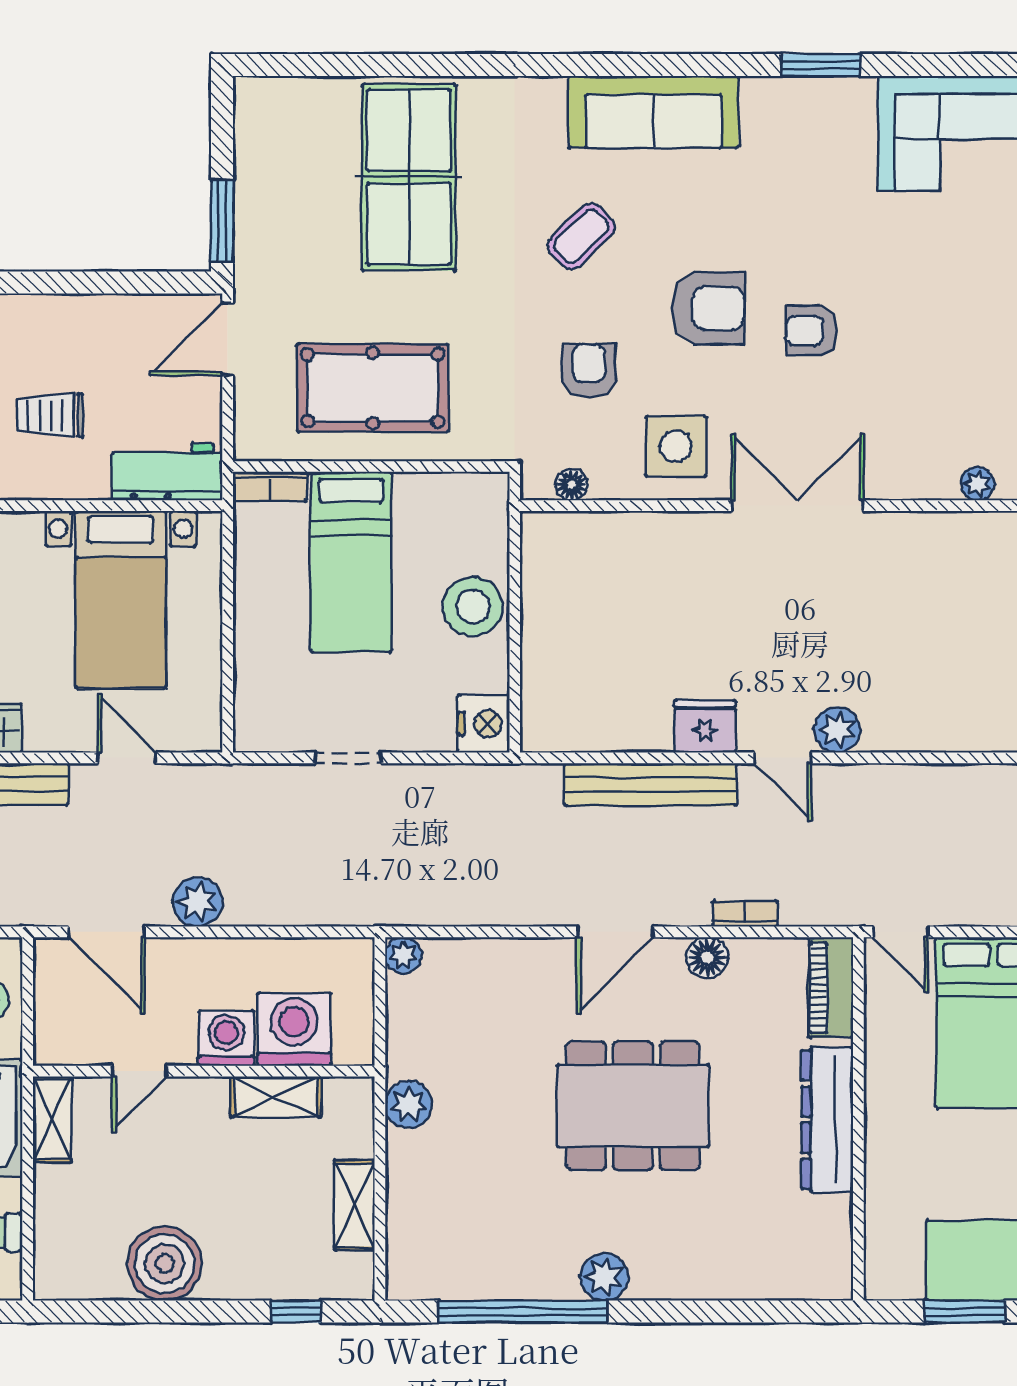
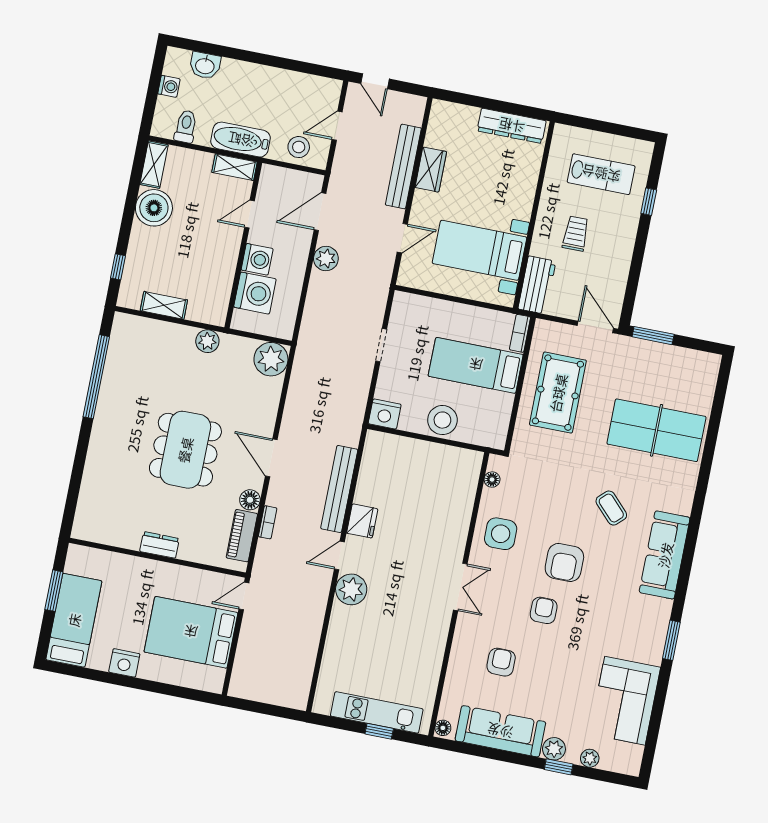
armchair: (589, 371) -> (501, 662), moved, turned -90
plant: (977, 484) -> (454, 676), removed
double door: (797, 506) -> (460, 587), width x0.73
plant: (837, 730) -> (351, 589), width x1.36, depth x1.36
plant: (403, 955) -> (271, 359), width x1.87, depth x1.87
piano: (831, 987) -> (242, 536), moved, turned -90
door: (140, 1071) -> (249, 214), hinge flipped
shelving: (276, 1097) -> (154, 165), moved
dresser: (827, 1120) -> (160, 545), width x0.51, depth x0.80
plant: (604, 1277) -> (105, 419), removed

